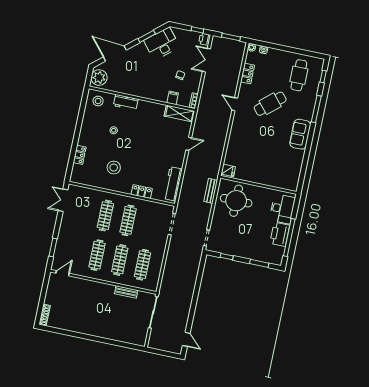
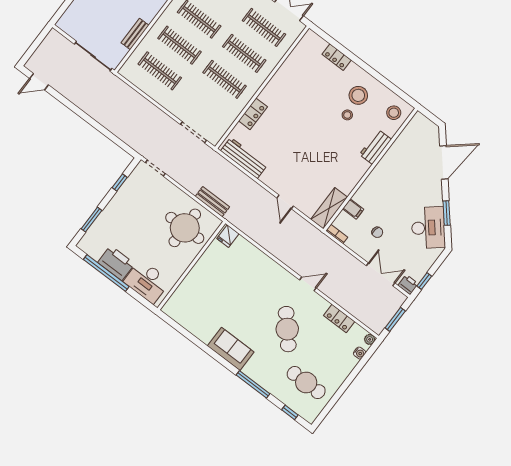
plant: (99, 78) -> (423, 128), removed
stool: (114, 168) -> (358, 95), moved
clothes rail: (83, 211) -> (264, 27), added

